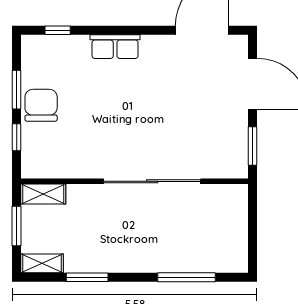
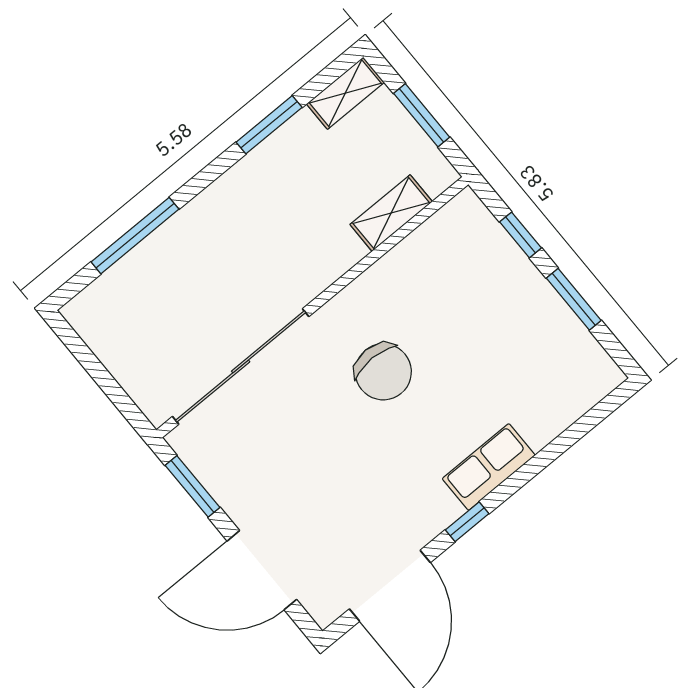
window: (58, 30) -> (467, 522), moved
chair: (41, 105) -> (383, 372), moved
sliding door: (152, 181) -> (241, 366), moved
shelving: (43, 194) -> (391, 213), moved

